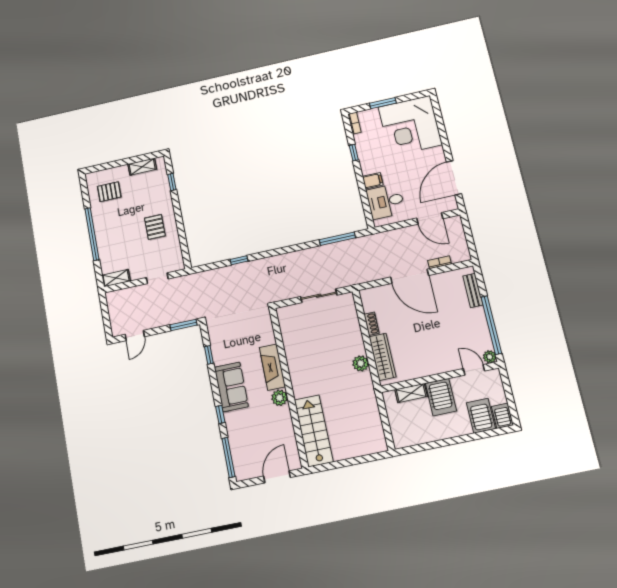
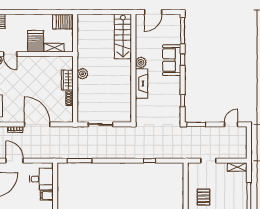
wardrobe: (382, 357) -> (67, 80), width x0.67
sofa: (231, 387) -> (172, 60), moved
server rack: (481, 416) -> (63, 22), moved, turned 90

